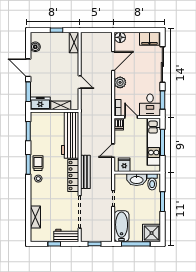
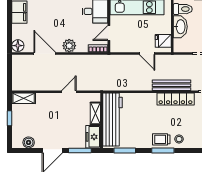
dishwasher: (119, 124) -> (117, 47), removed
workbench: (70, 135) -> (113, 120), moved, turned -90

